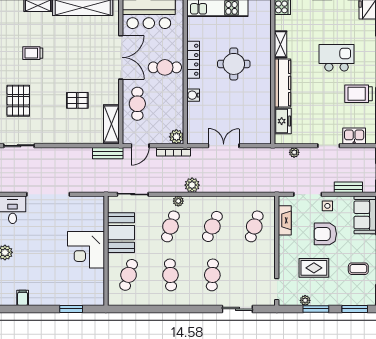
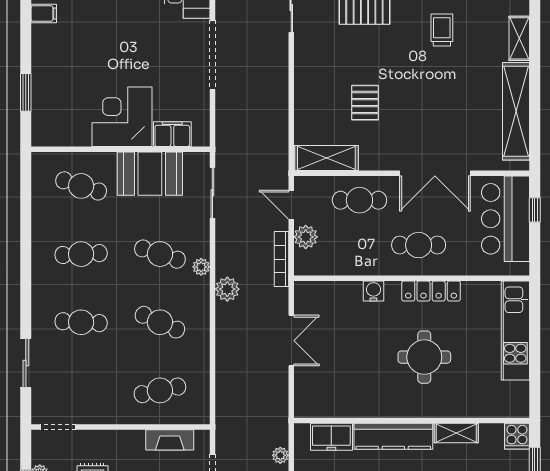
cafe table: (165, 67) -> (419, 245), turned 90
plant: (176, 137) -> (306, 237), moved
bench: (108, 153) -> (279, 152), removed
filing cabinet: (97, 219) -> (172, 134), added
cafe table: (254, 226) -> (160, 390), turned -30

